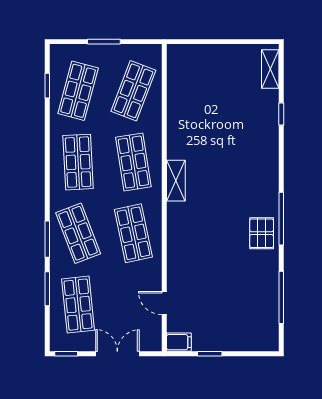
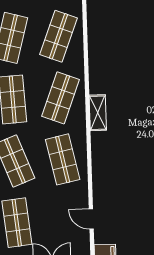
shop shelf: (133, 162) -> (61, 98), turned 30

